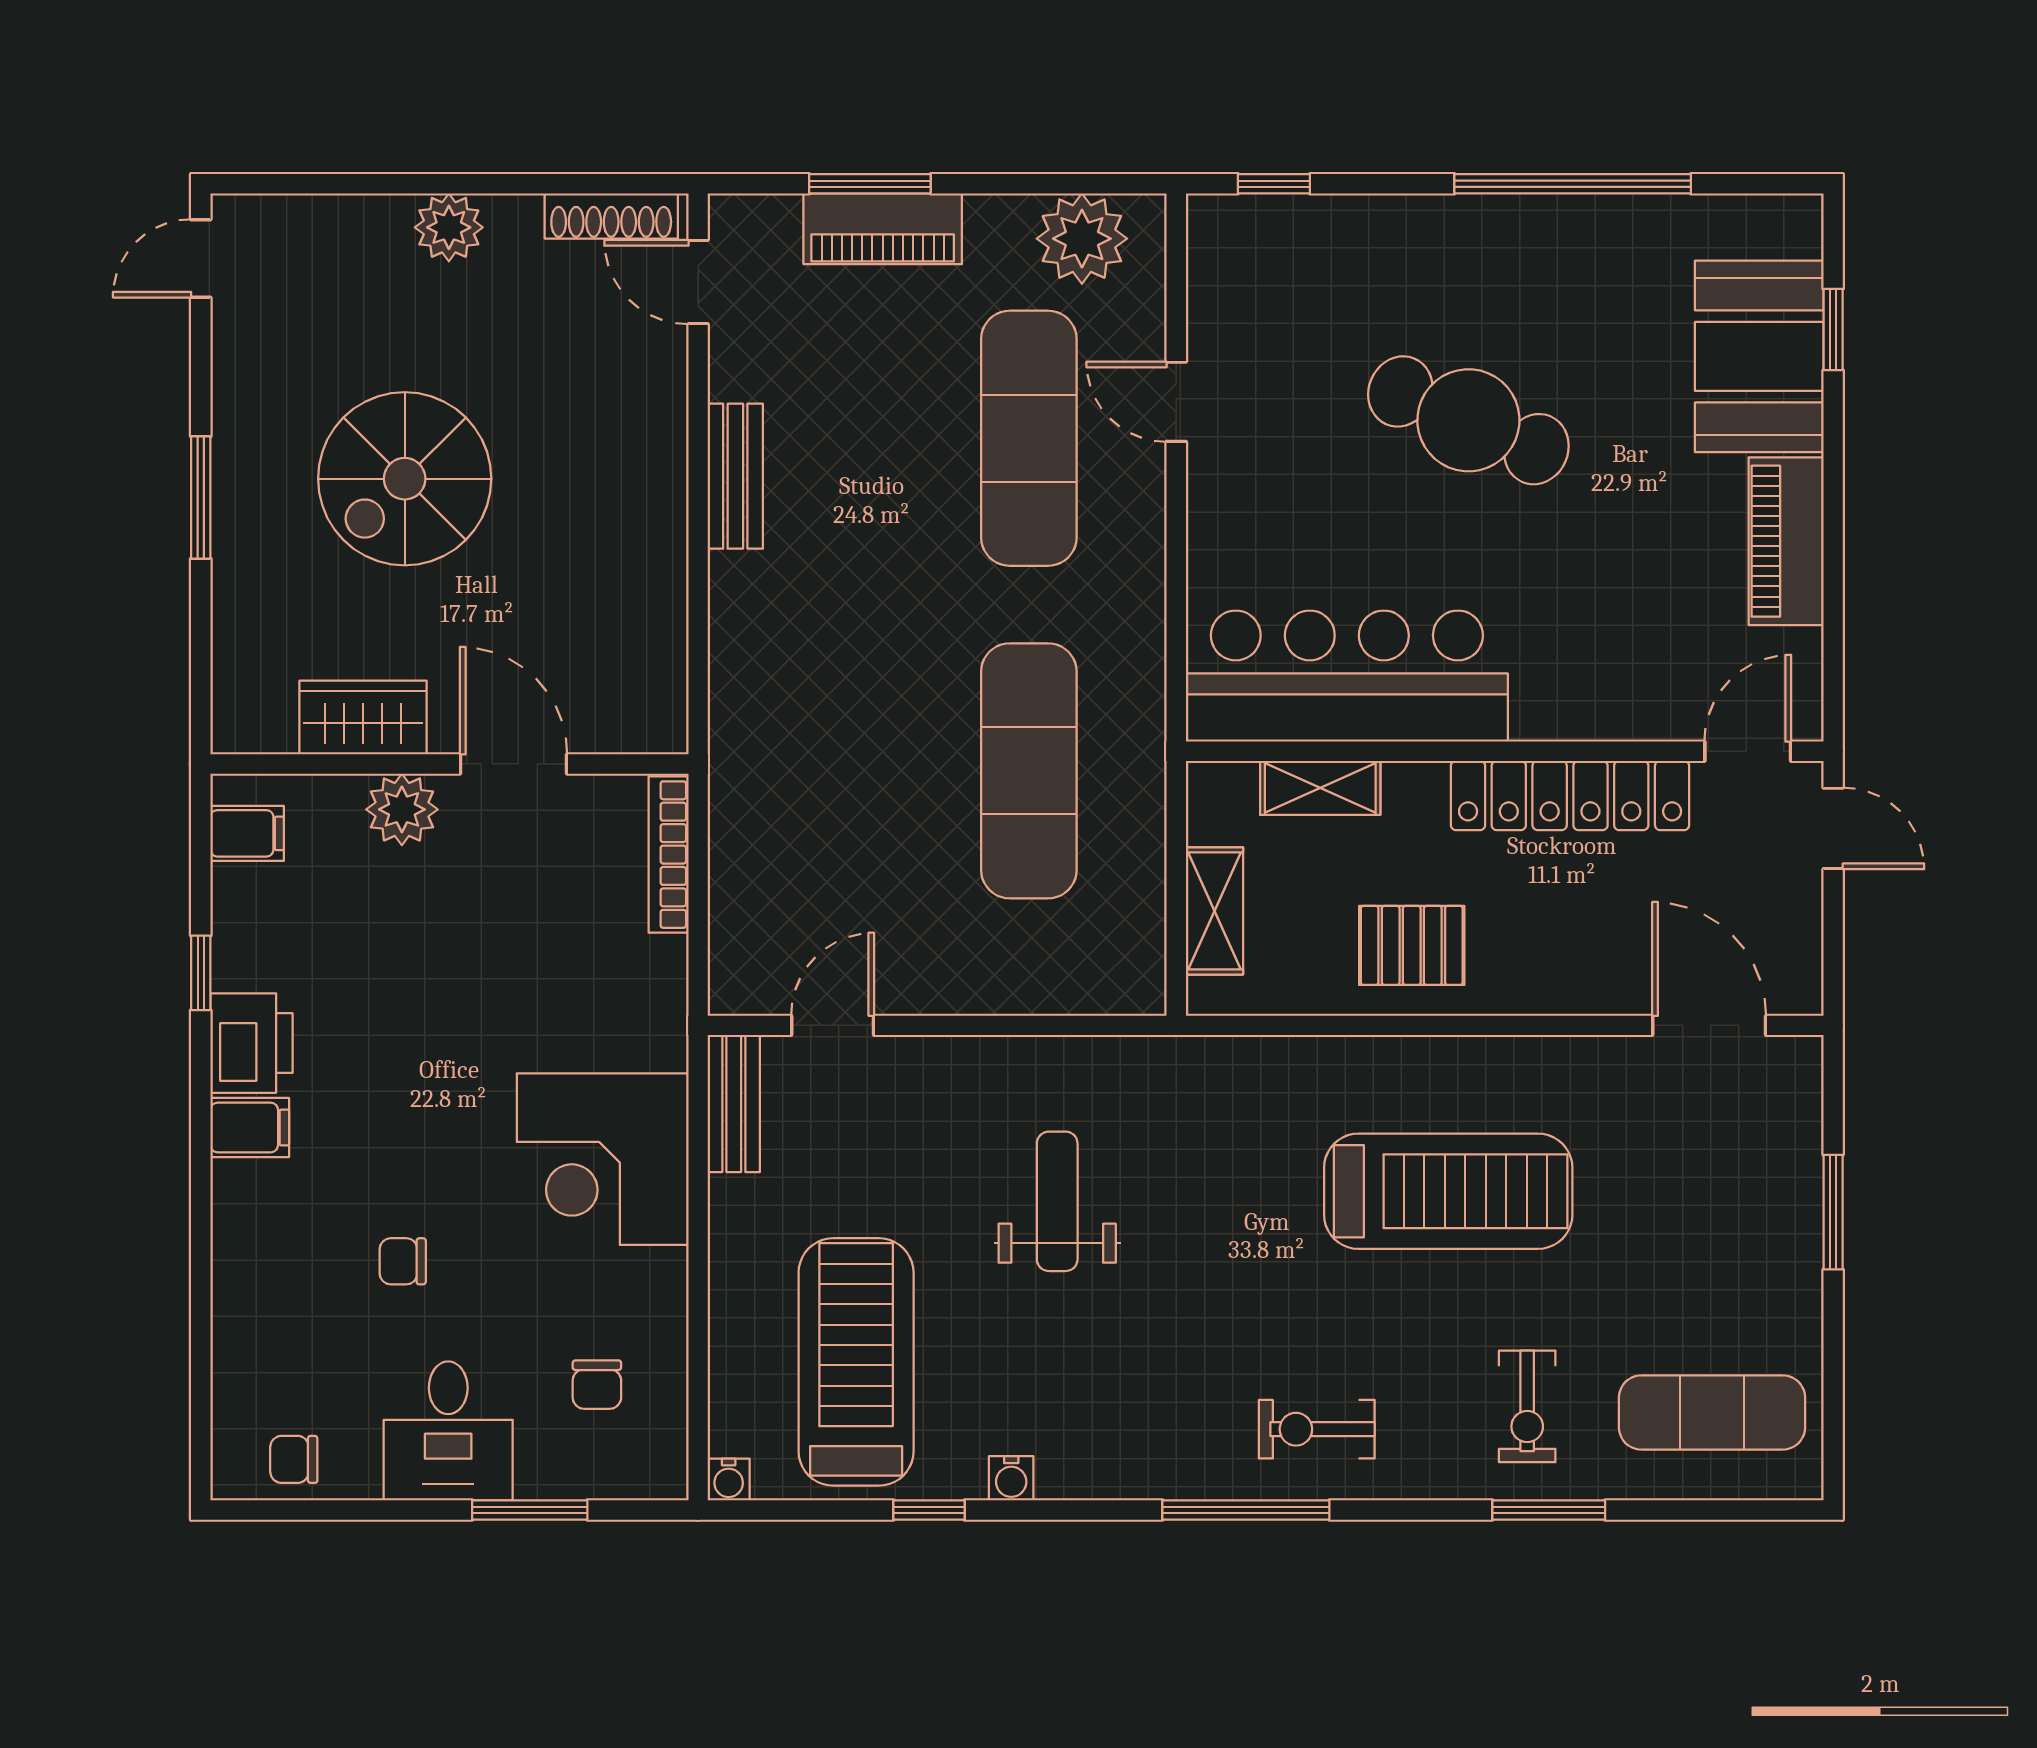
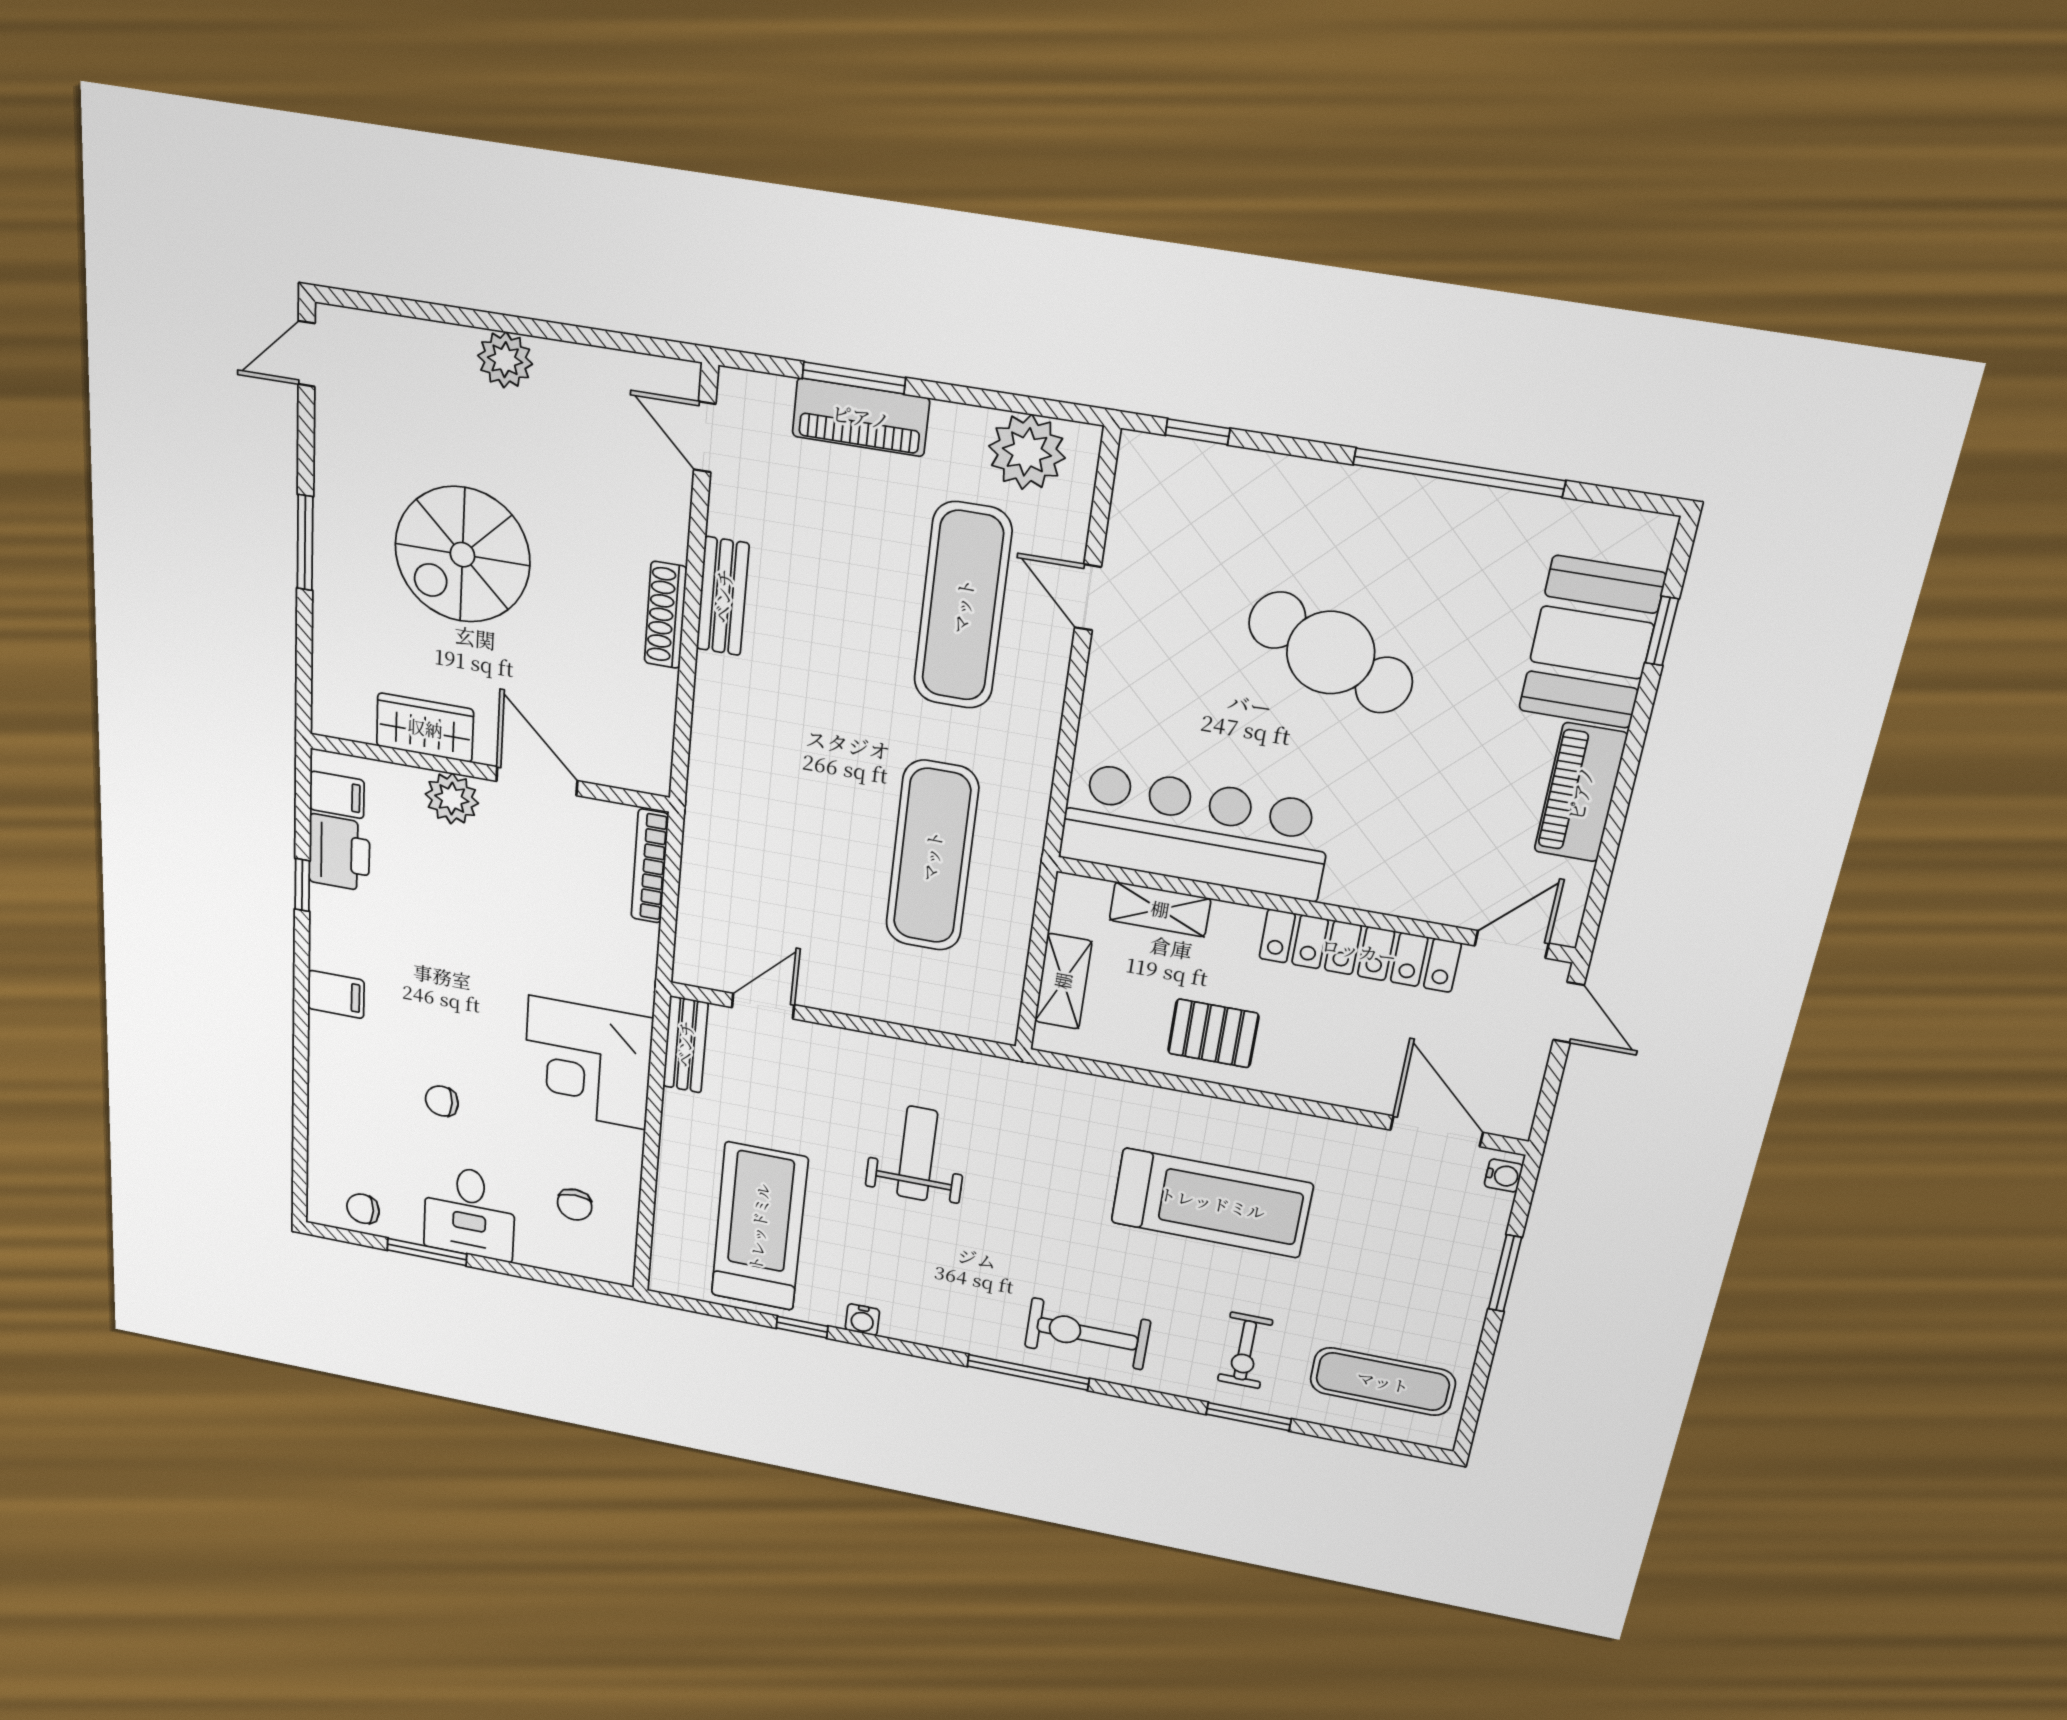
shoe rack: (611, 216) -> (666, 615), moved, turned 90
printer: (251, 1043) -> (339, 853), moved
exercise bike: (1317, 1429) -> (1087, 1334), width x1.38, depth x1.39
water cooler: (729, 1480) -> (1504, 1176), moved, turned -90
window: (530, 1510) -> (427, 1252), moved

